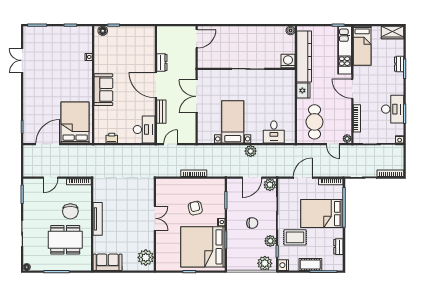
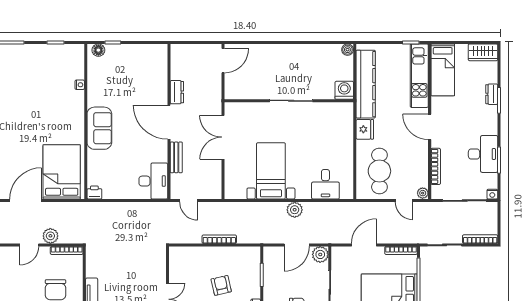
printer: (112, 138) -> (94, 193), moved
door: (171, 144) -> (189, 201), swing flipped
plant: (67, 171) -> (50, 236), added

